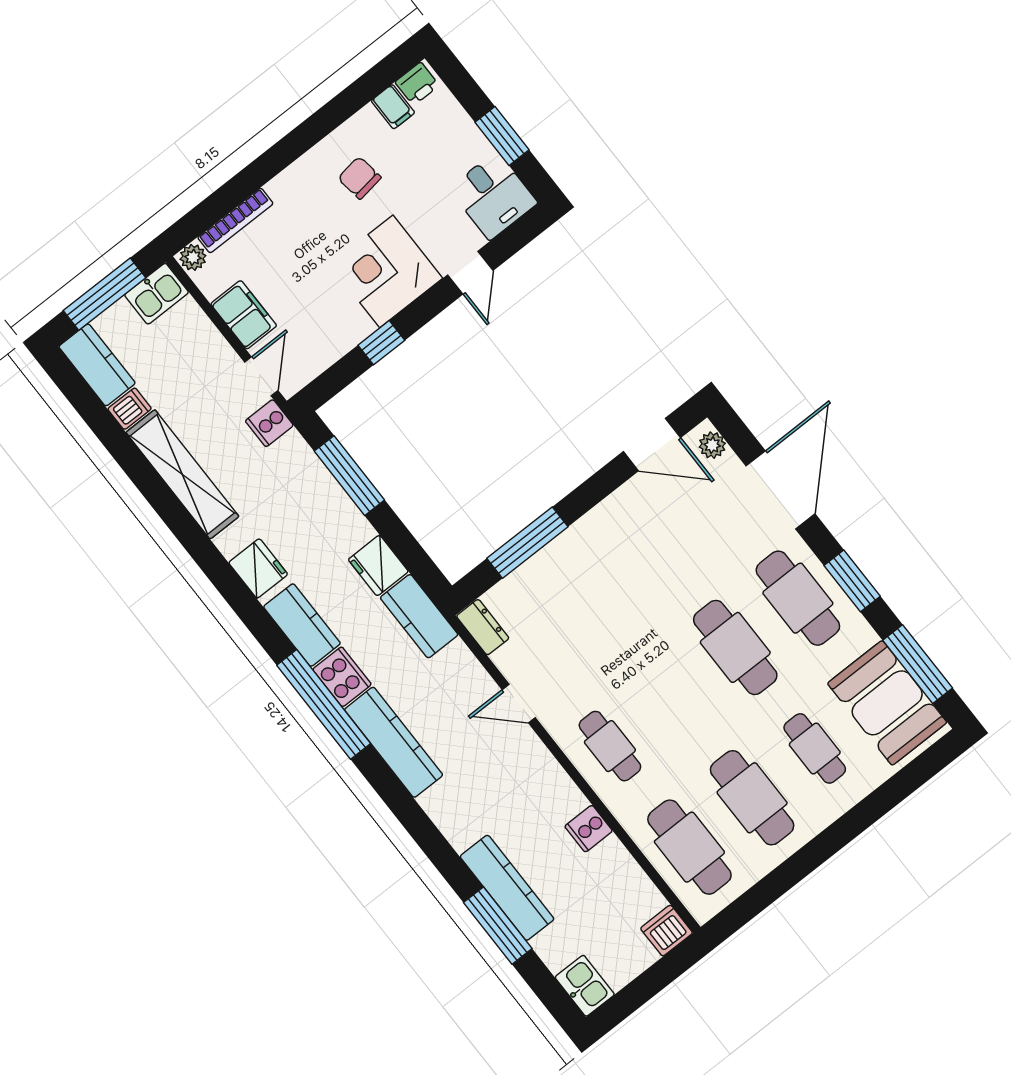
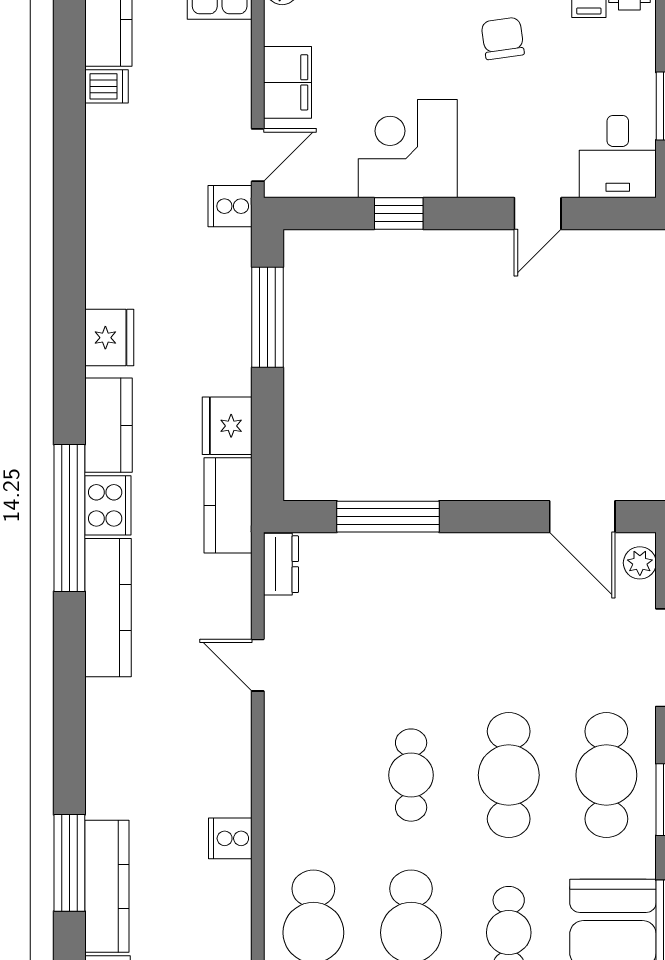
corner desk: (386, 271) -> (408, 149), moved
shelving: (182, 474) -> (108, 190), removed
cafe table: (610, 746) -> (411, 775), moved
kitchen counter: (507, 888) -> (107, 886), moved

